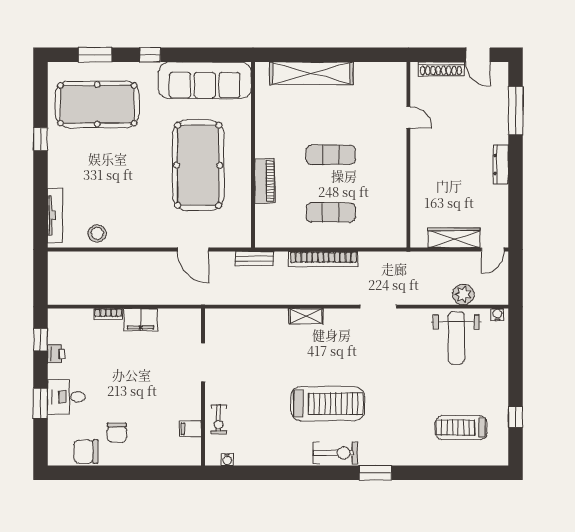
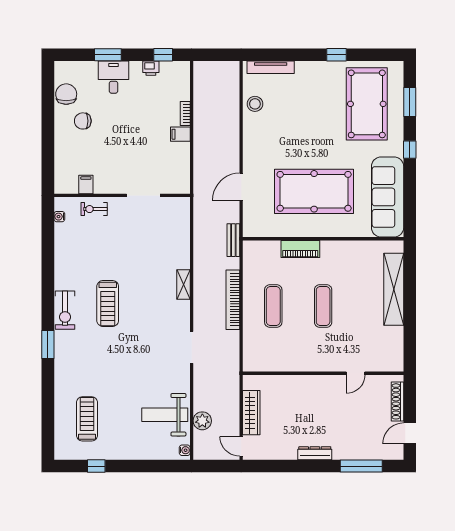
filing cabinet: (141, 320) -> (180, 134), width x0.50
treadmill: (328, 404) -> (108, 303), width x0.73, depth x0.73

